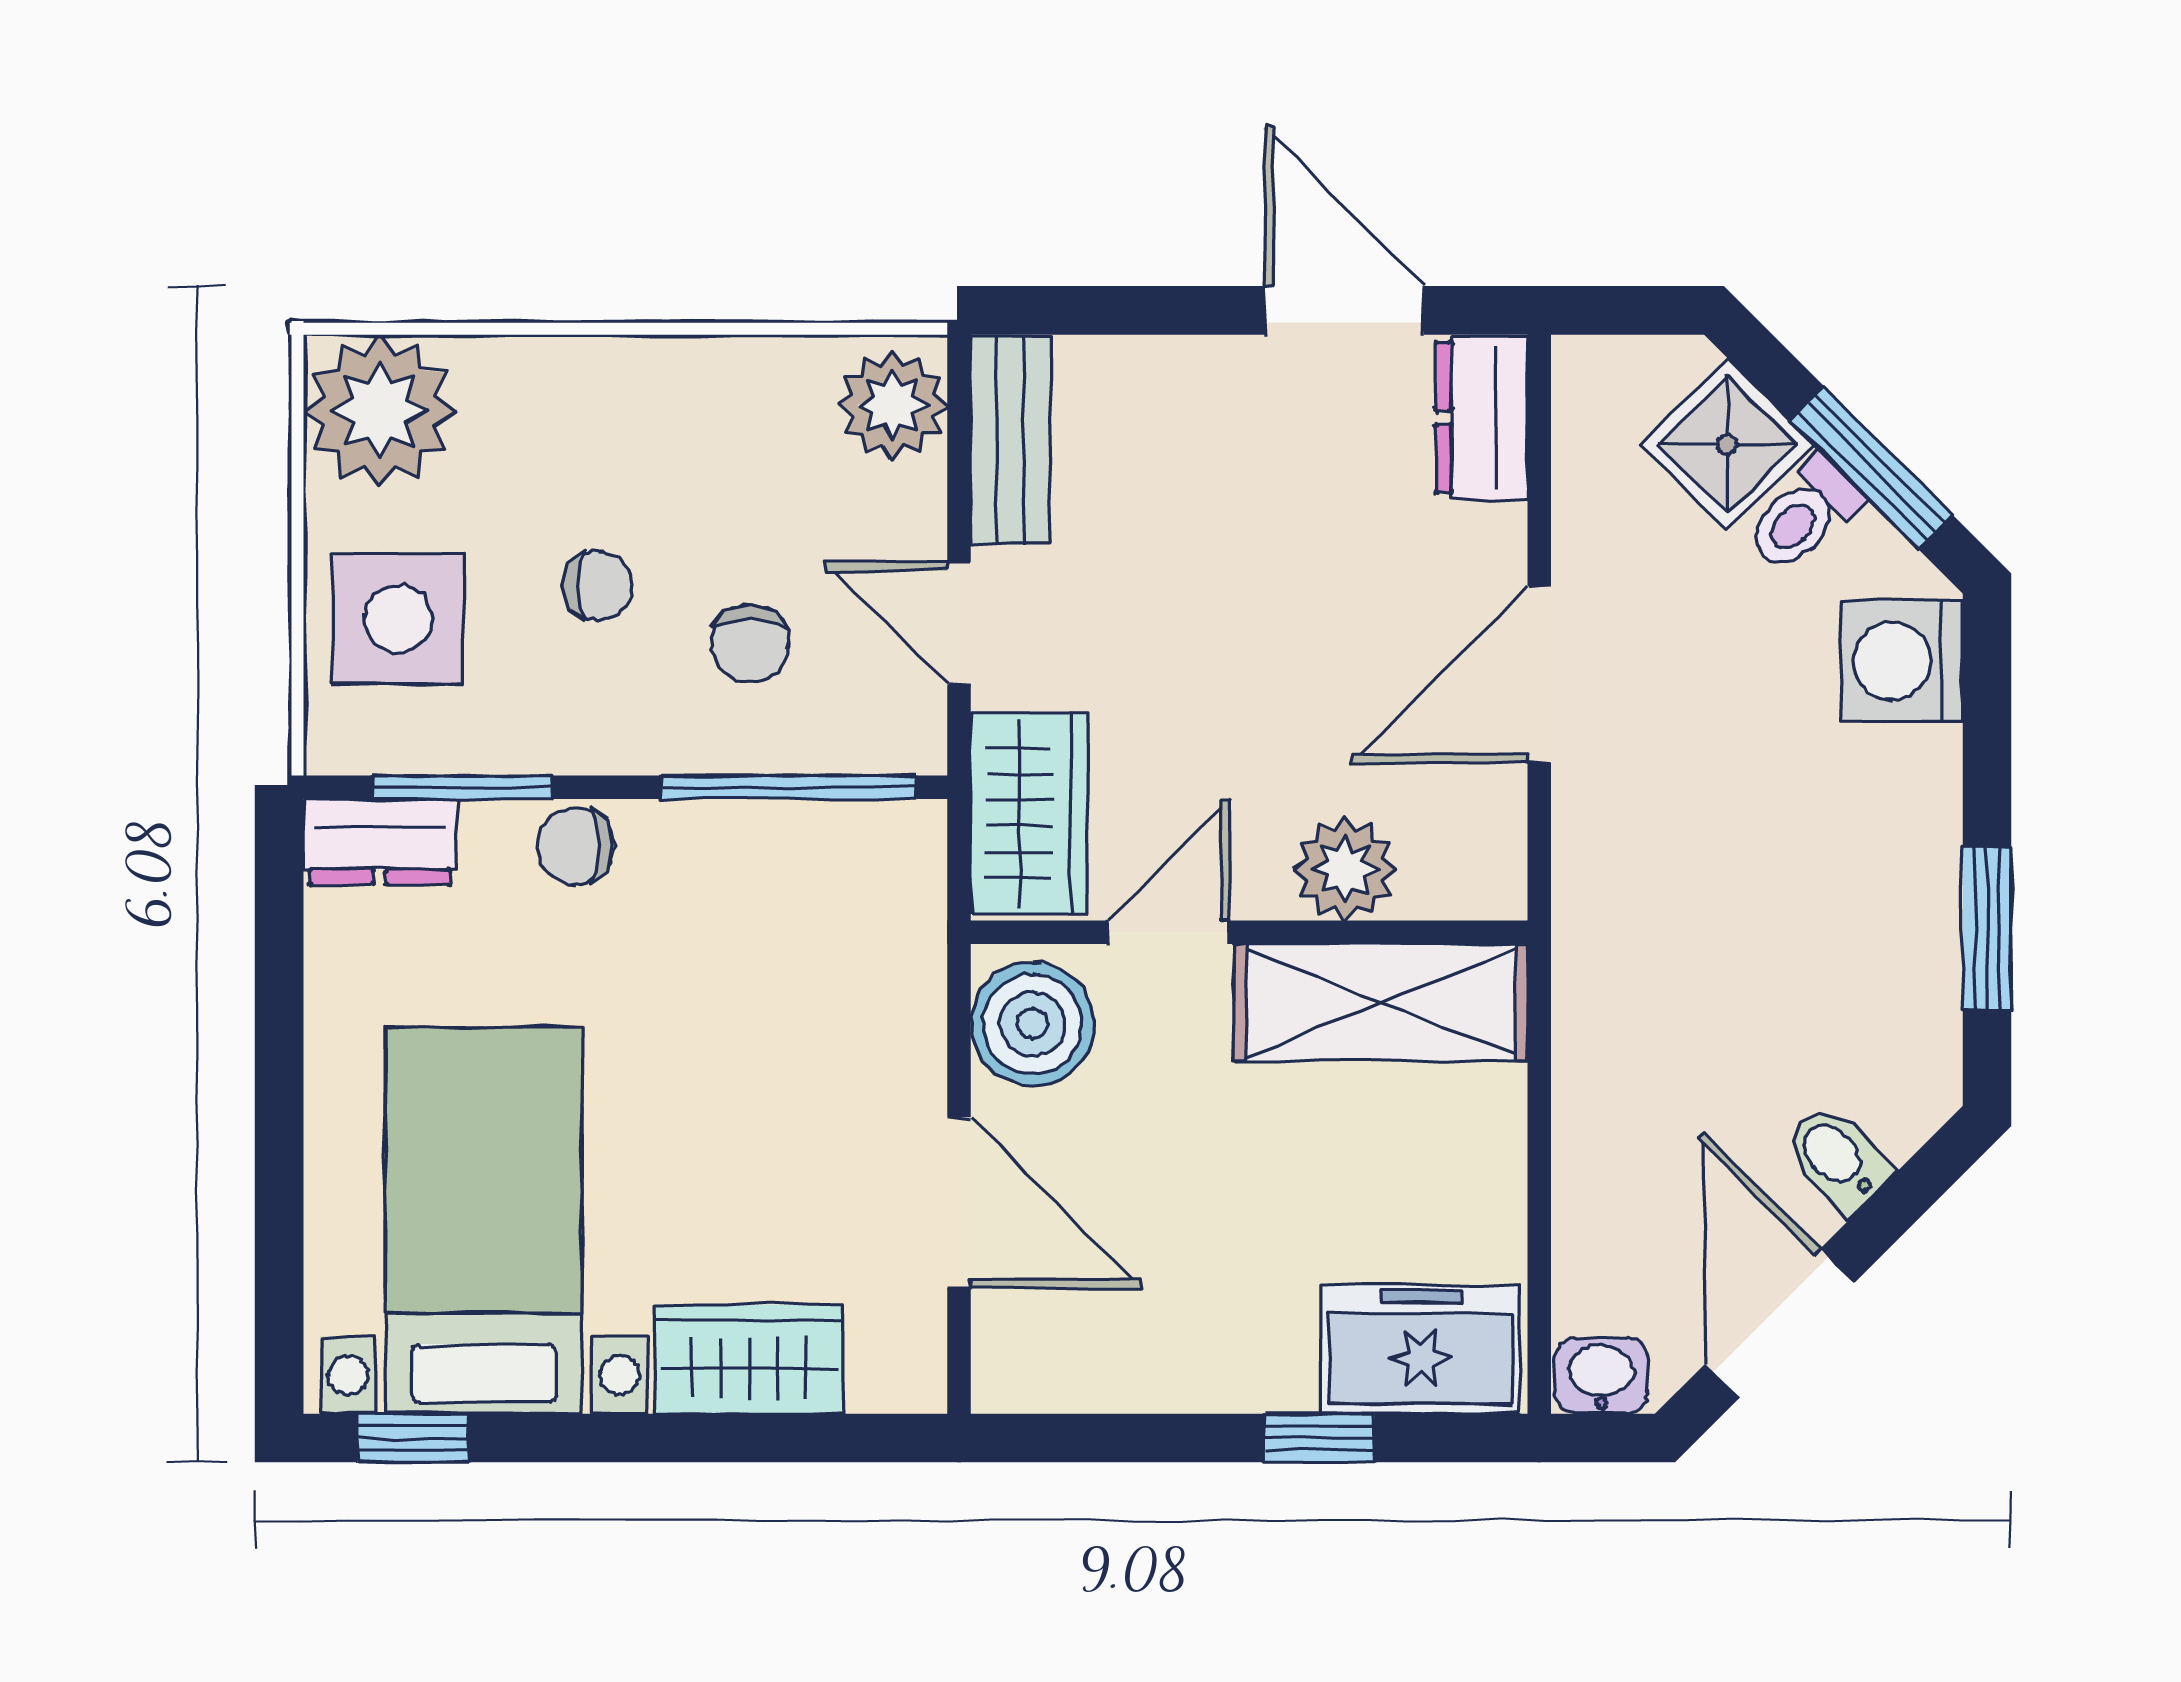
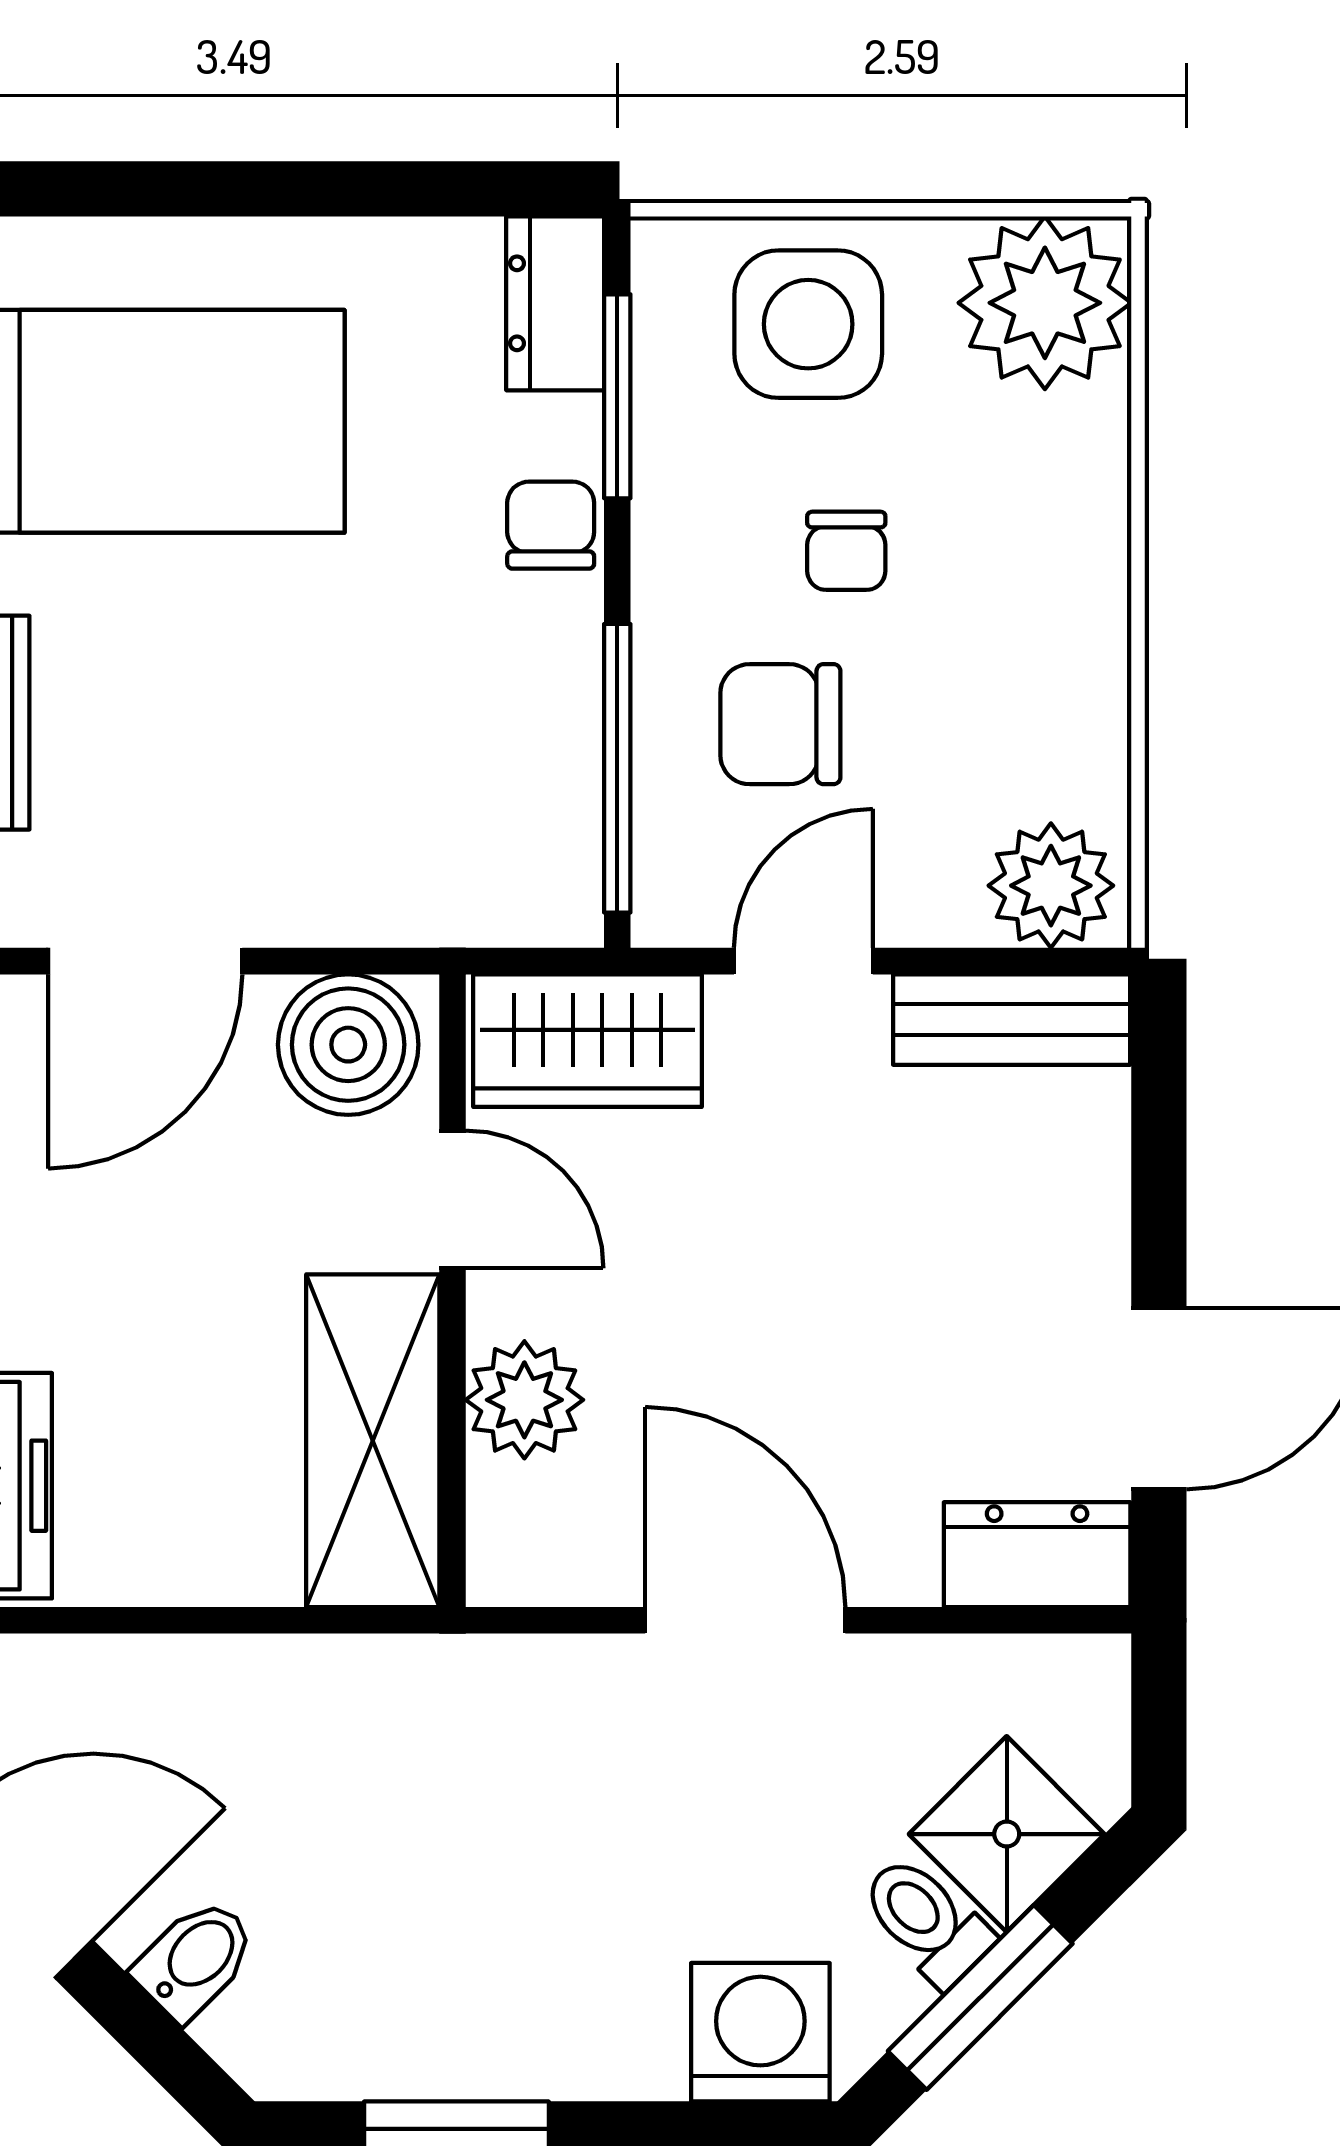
chair: (750, 644) -> (780, 724), width x1.37, depth x1.37

